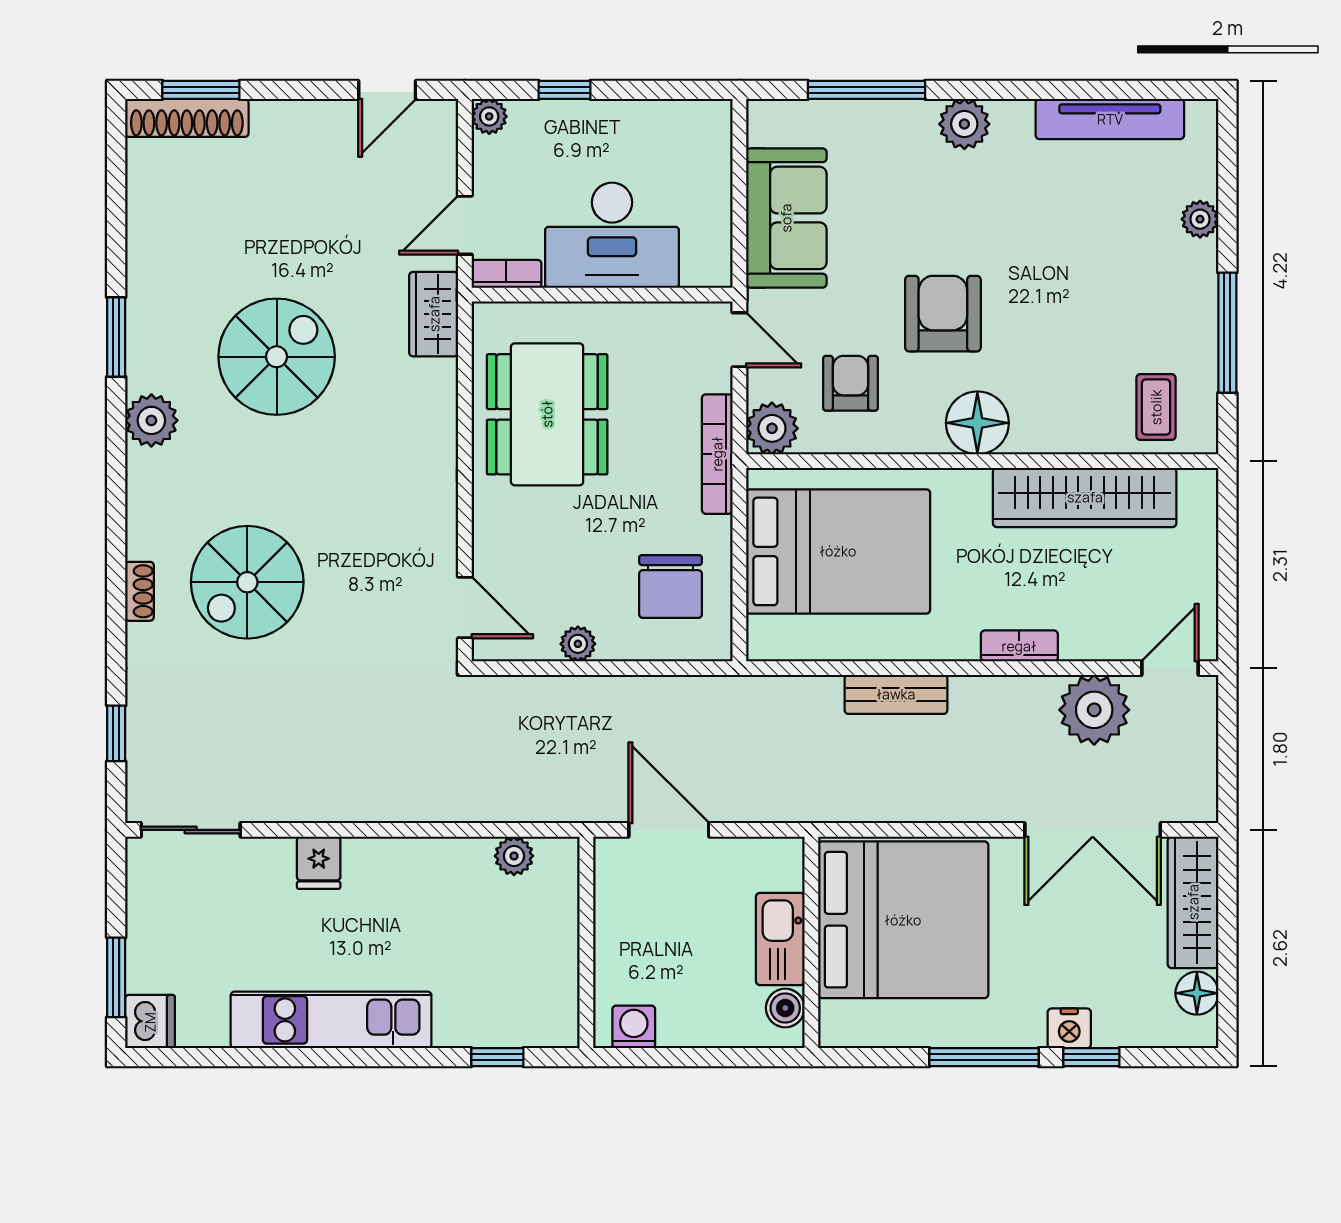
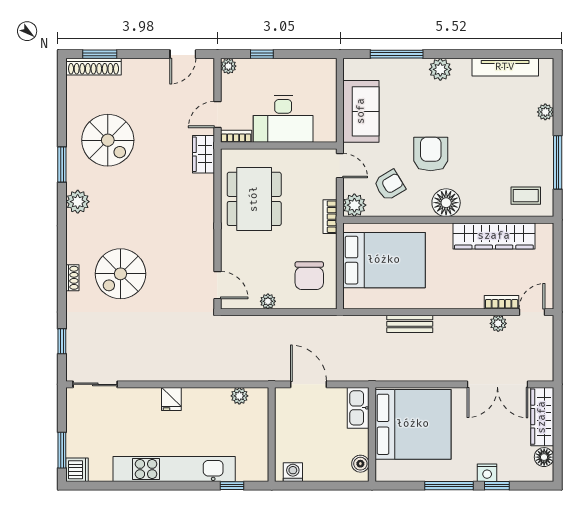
spiral stairs: (277, 357) -> (108, 140), moved, turned 90
armchair: (850, 383) -> (389, 185), turned 59
coffee table: (1156, 407) -> (526, 196), turned 90
bookcase: (717, 454) -> (330, 217), width x0.64
bookcase: (1019, 646) -> (502, 302), moved
plant: (1094, 710) -> (498, 323), width x0.53, depth x0.53
fridge: (319, 863) -> (171, 399), moved
kitchen sink: (780, 939) -> (358, 408), moved
kitchen unit: (331, 1020) -> (174, 469), width x1.36

